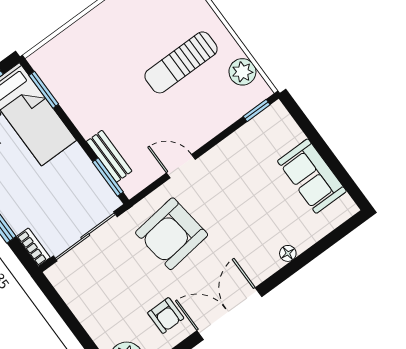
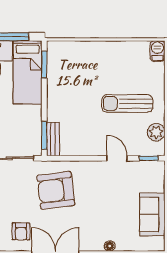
bench: (109, 156) -> (53, 139), moved
door: (181, 166) -> (117, 158), moved

